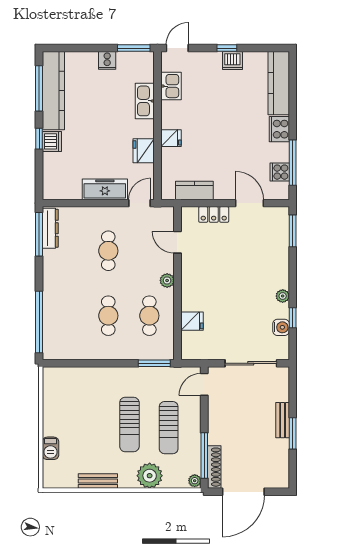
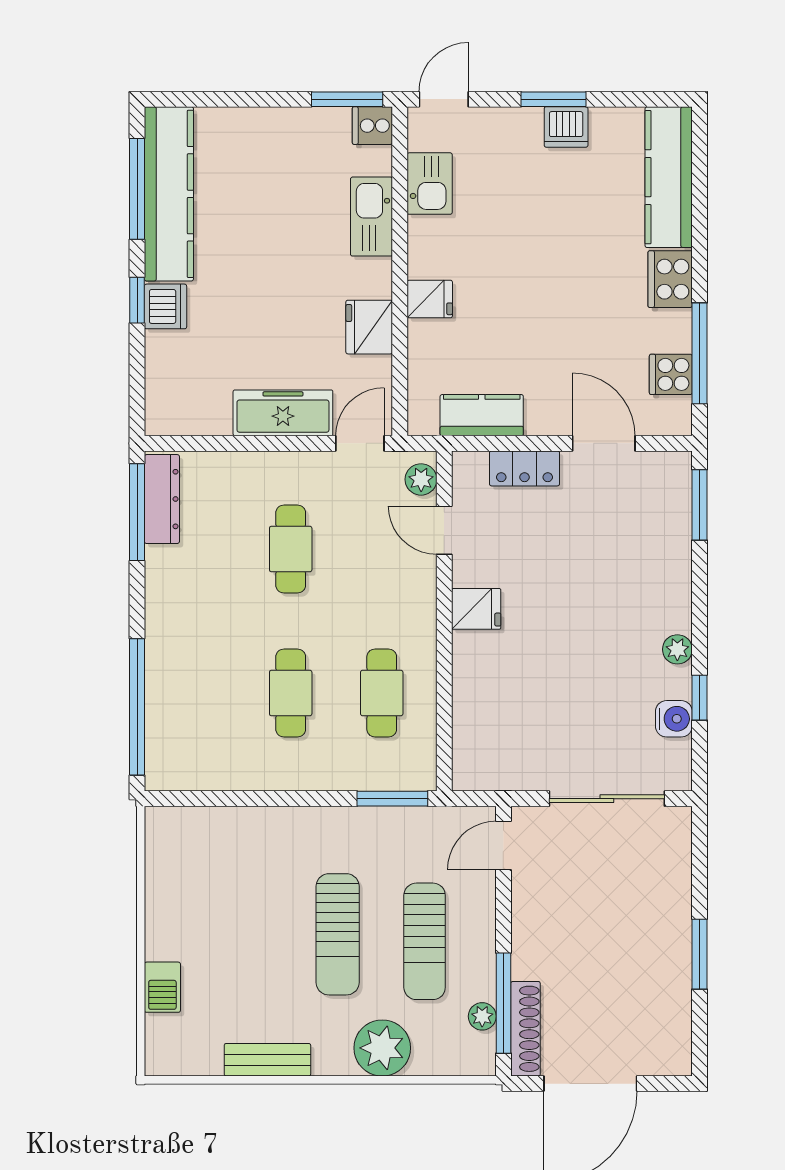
window: (227, 48) -> (554, 99), width x1.50
cooker: (107, 60) -> (372, 126), moved, turned 90
plant: (167, 280) -> (421, 479), moved
fridge: (192, 321) -> (476, 609), moved
bench: (283, 420) -> (677, 925), removed
plant: (195, 481) -> (482, 1016), moved

